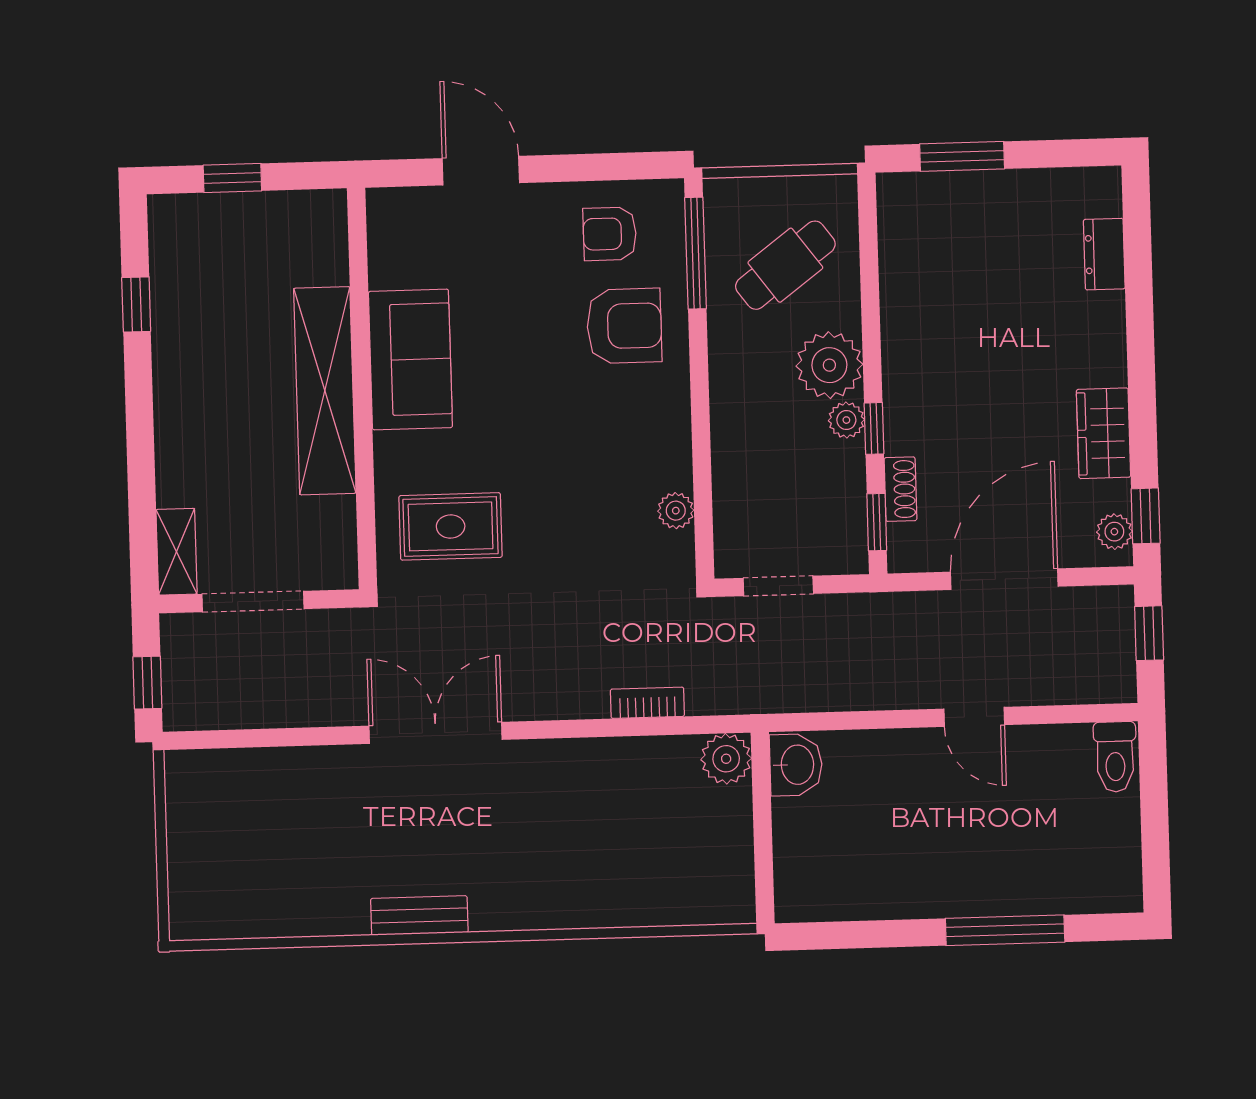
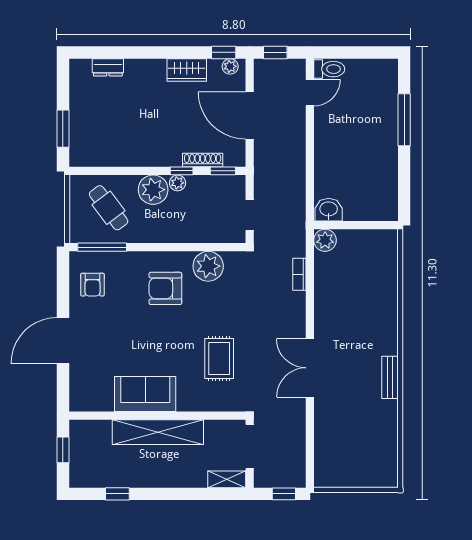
door: (481, 171) -> (63, 341), width x1.36
armchair: (624, 326) -> (165, 288), moved, turned -90
sofa: (410, 359) -> (145, 394), moved
wall: (362, 388) -> (157, 416), moved
shelving: (325, 391) -> (158, 432), moved
shoe rack: (900, 489) -> (203, 160), width x1.43
plant: (676, 511) -> (208, 266), width x1.88, depth x1.88
door: (974, 717) -> (310, 93), moved

